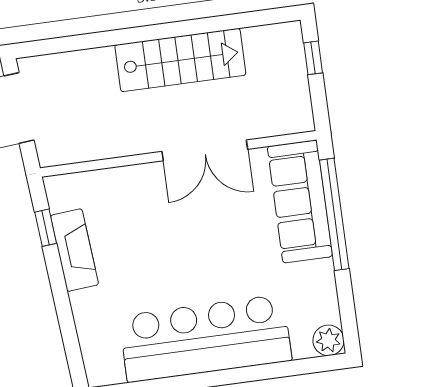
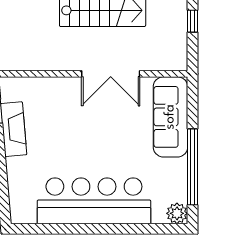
window: (334, 214) -> (192, 167), moved

